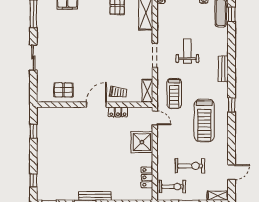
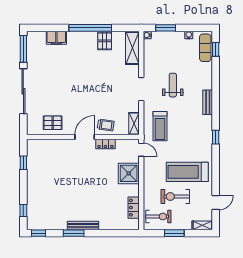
sliding door: (33, 57) -> (23, 91), width x1.86
treadmill: (204, 120) -> (187, 172), moved, turned 90
exercise bike: (190, 166) -> (175, 196), turned 180

